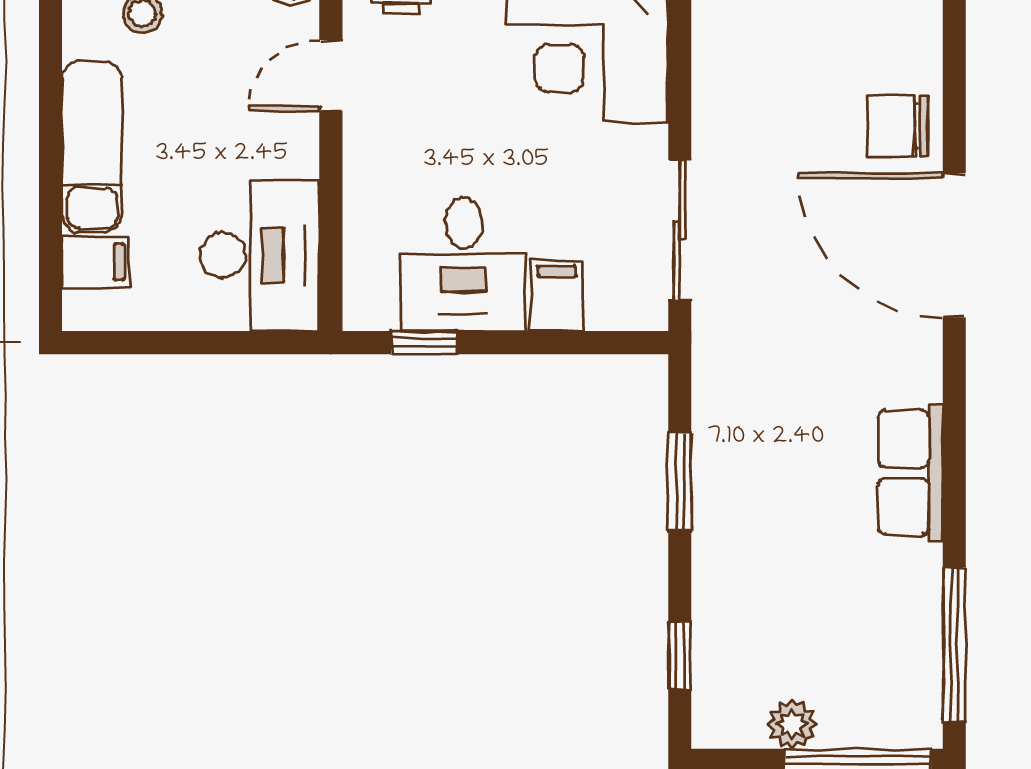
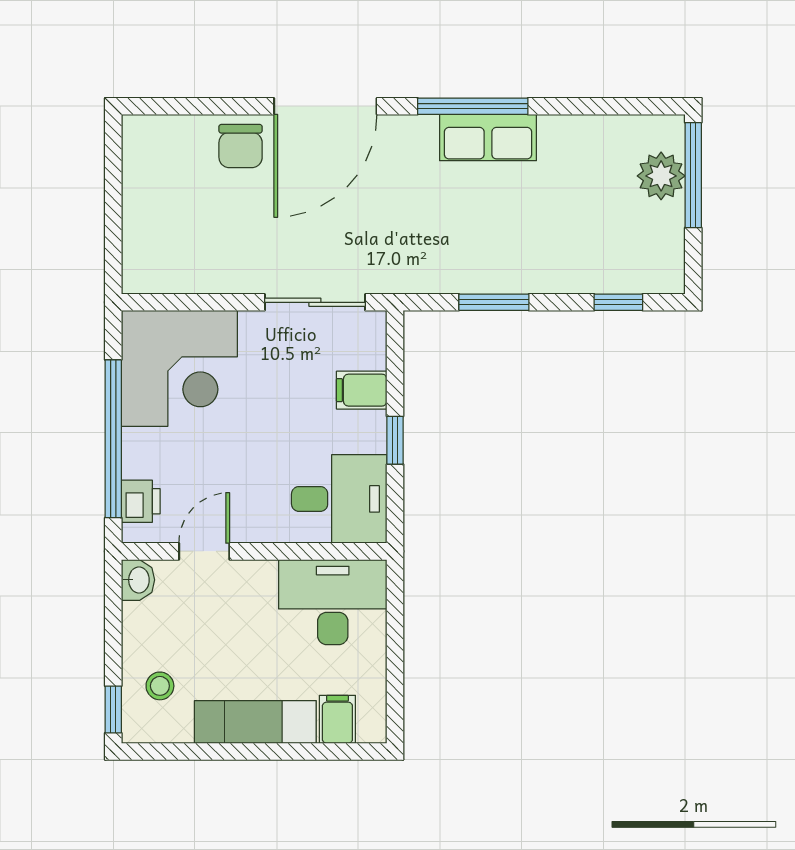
door: (331, 75) -> (204, 551), swing flipped
desk: (464, 264) -> (339, 499), moved
window: (424, 343) -> (395, 440), moved
window: (954, 644) -> (473, 106), moved
plant: (792, 724) -> (661, 176), moved, width x1.38, depth x1.38

